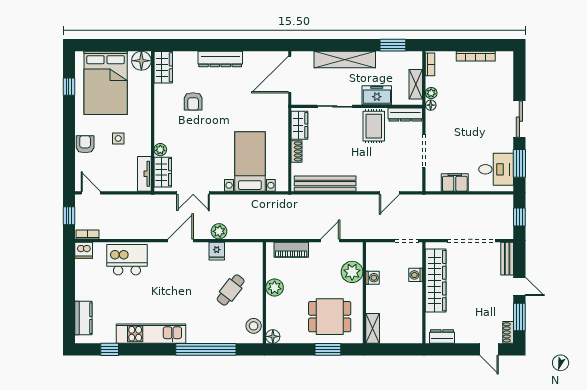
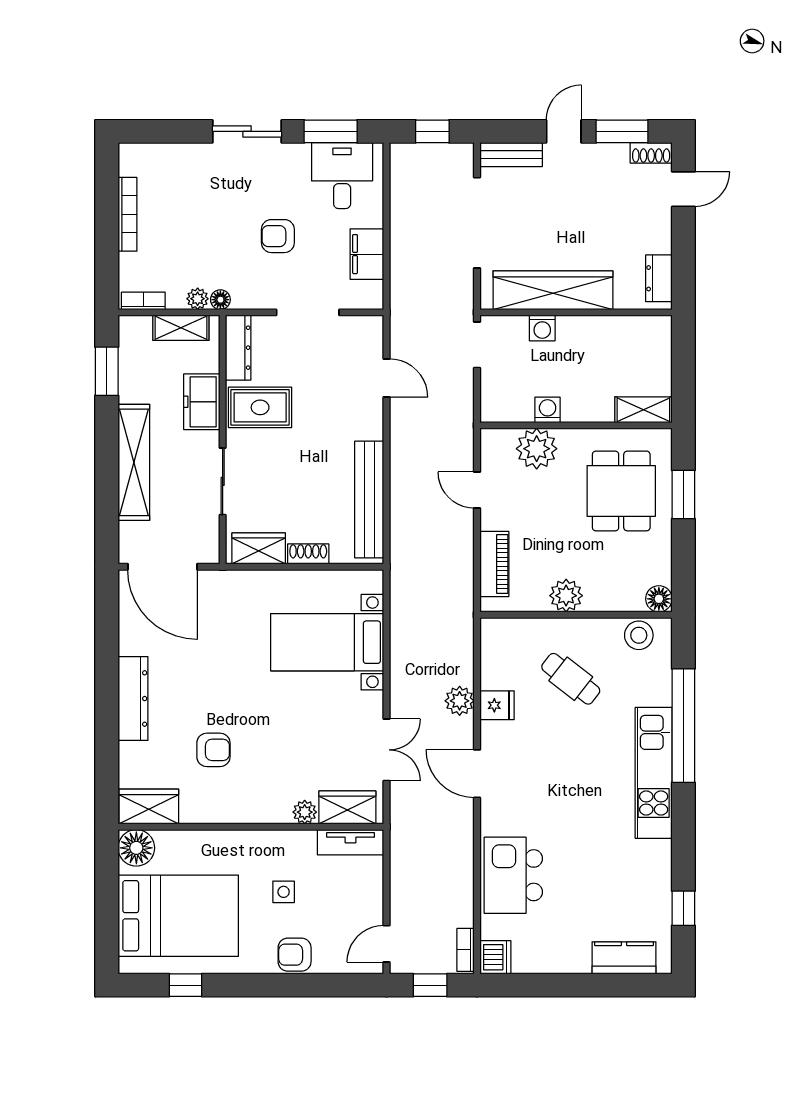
armchair: (464, 135) -> (278, 236), added
kitchen unit: (151, 334) -> (654, 773), moved

